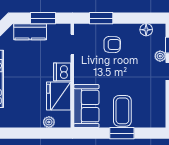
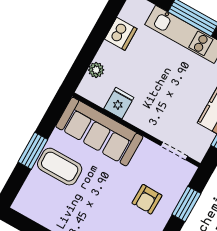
dishwasher: (62, 72) -> (121, 34), moved, turned 90
fridge: (59, 96) -> (119, 103), width x0.53, depth x0.75
sofa: (86, 106) -> (99, 132), width x1.36

